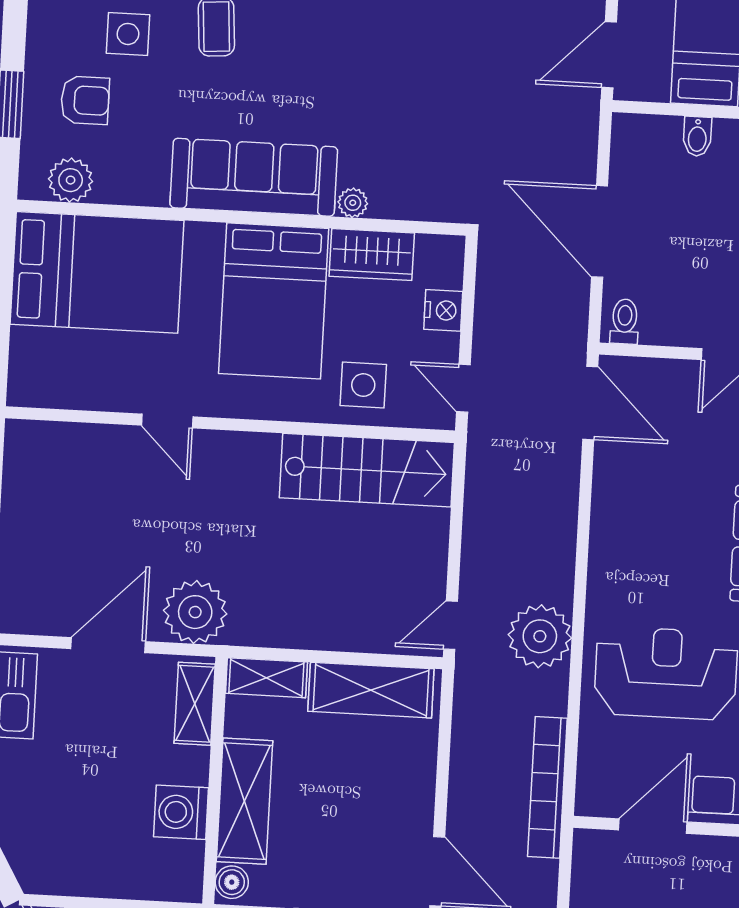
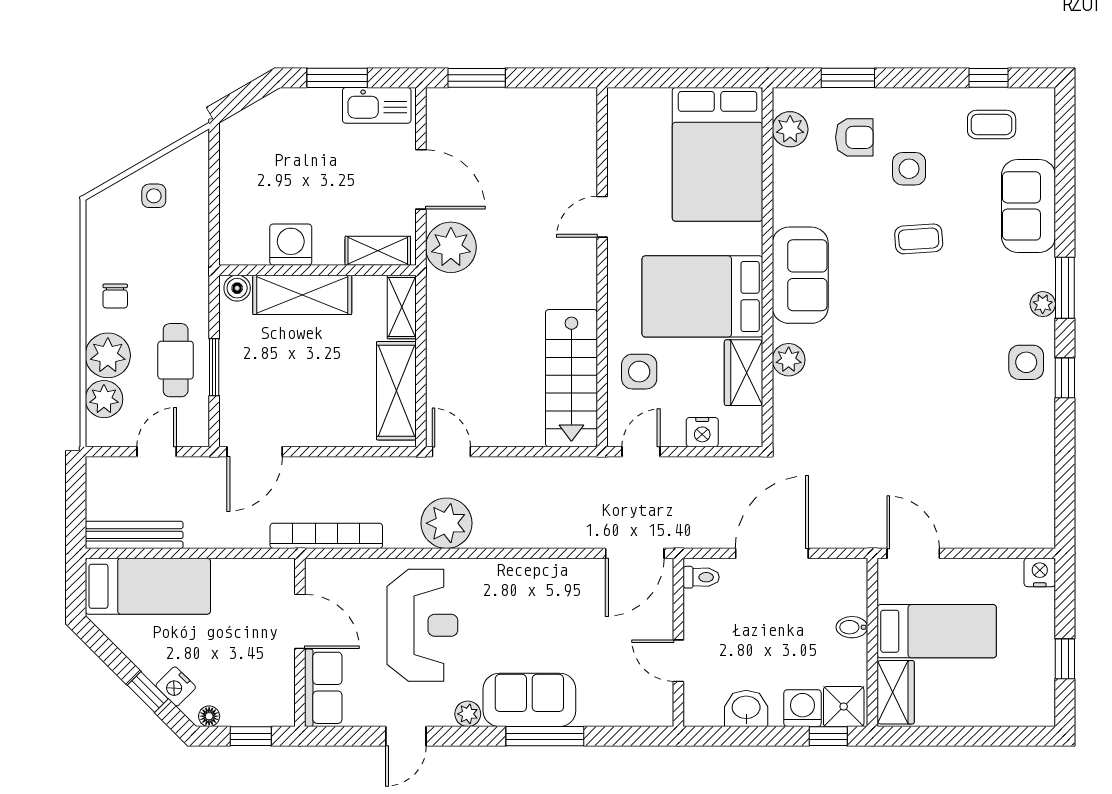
armchair: (85, 100) -> (854, 137), turned -90
sofa: (254, 177) -> (800, 275), width x0.73
plant: (353, 203) -> (789, 360), width x1.38, depth x1.38

